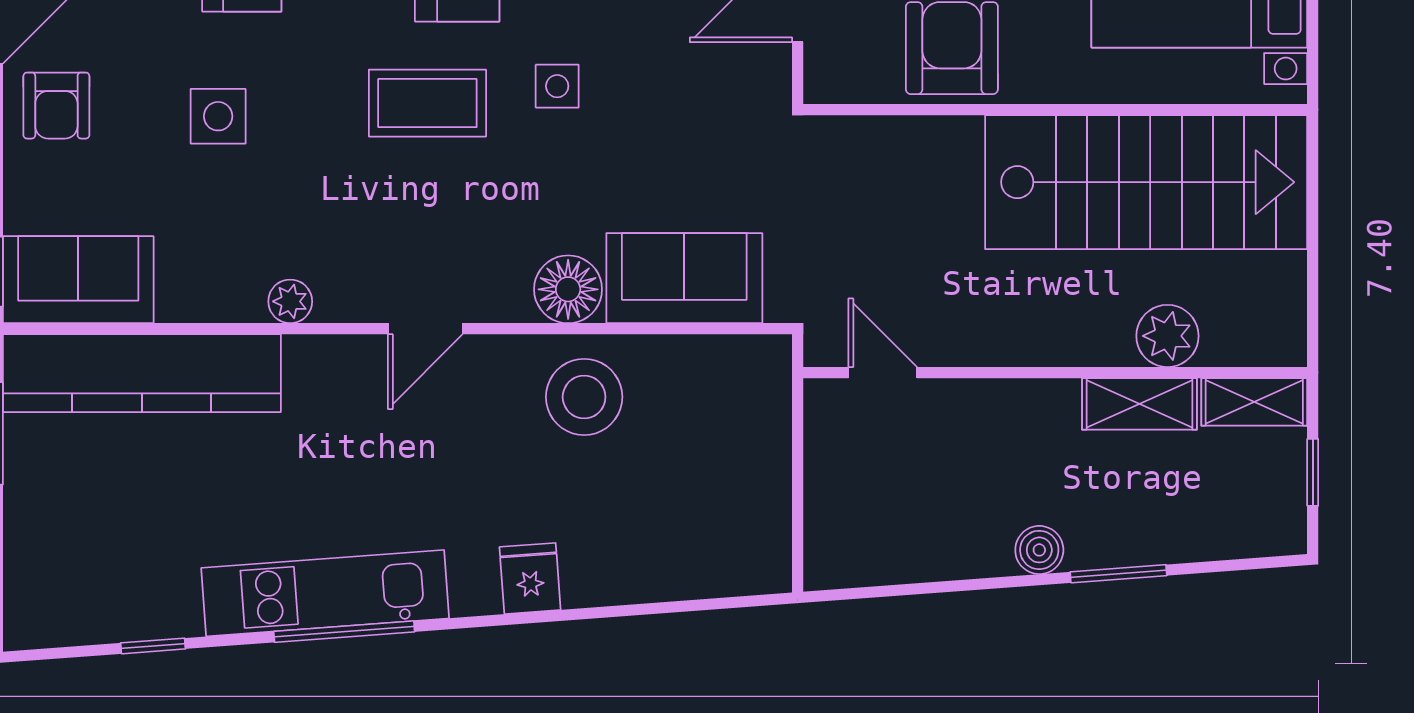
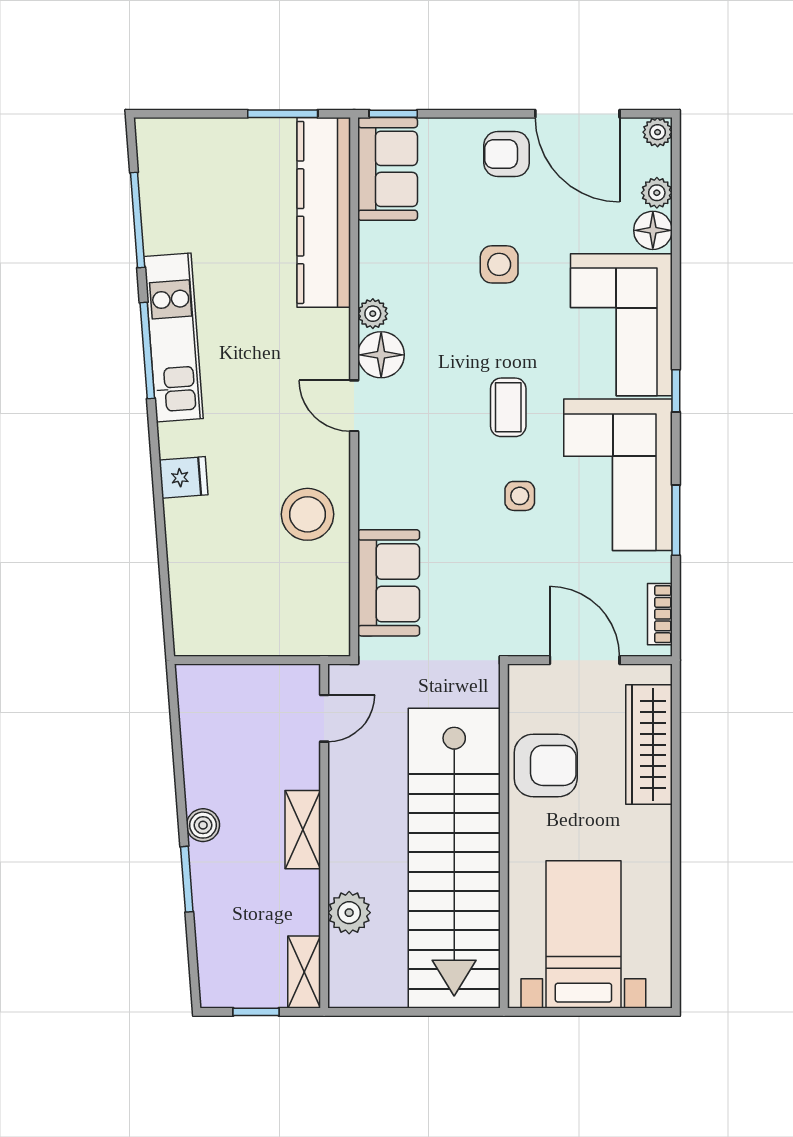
coffee table: (427, 103) -> (508, 407), width x0.73, depth x0.77
stairs: (1146, 182) -> (454, 858), width x1.36
floor lamp: (568, 289) -> (381, 355), moved
shelving: (1140, 404) -> (303, 830), moved
window: (153, 646) -> (138, 220), width x2.17

